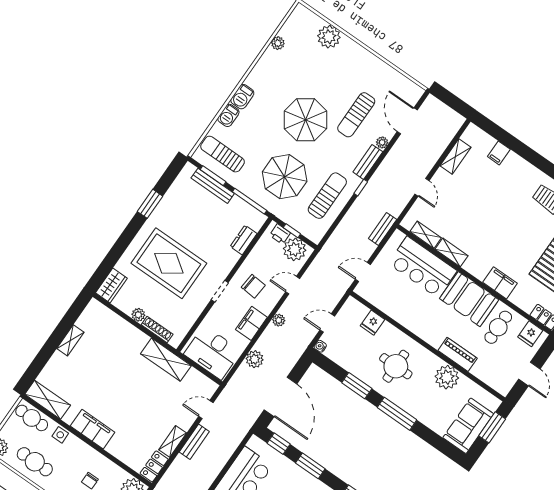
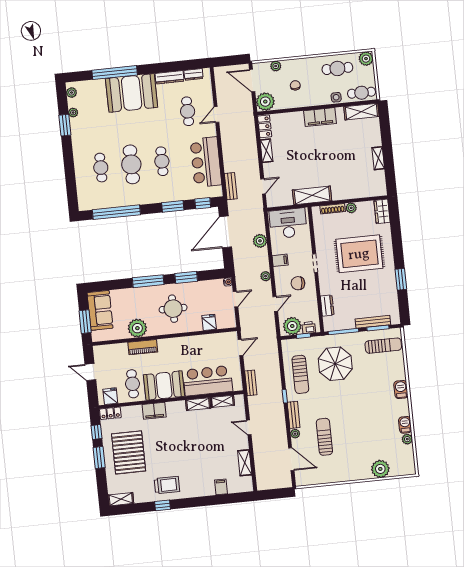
barbecue: (228, 115) -> (405, 425), moved
parasol: (305, 120) -> (352, 408), removed
filing cabinet: (251, 323) -> (280, 260), width x0.50
door: (281, 397) -> (225, 232), hinge flipped
bench: (194, 442) -> (231, 186), moved

